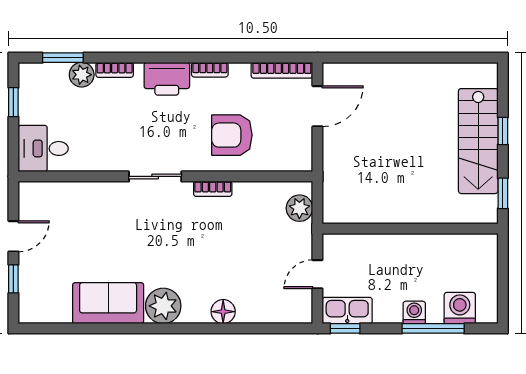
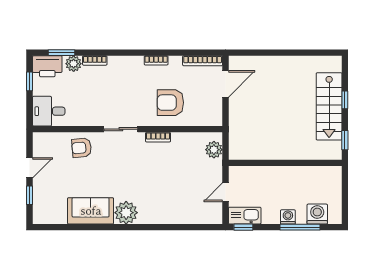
printer: (167, 79) -> (47, 66), moved
armchair: (94, 205) -> (82, 148), added
floor lamp: (223, 312) -> (165, 216), removed

